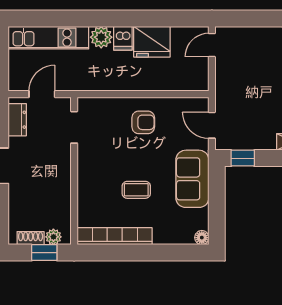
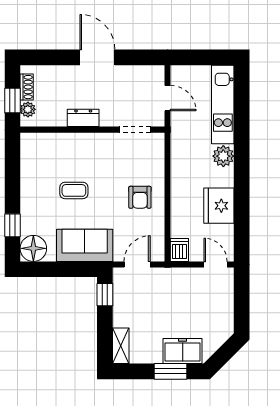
dishwasher: (123, 38) -> (179, 250), moved, turned 90
dresser: (17, 120) -> (83, 118), moved, turned 180
coffee table: (136, 190) -> (74, 190), turned 90
bookcase: (115, 236) -> (29, 169), removed
floor lamp: (202, 238) -> (33, 248), width x1.89, depth x1.89
window: (172, 253) -> (12, 225), added

